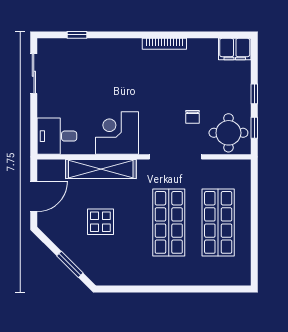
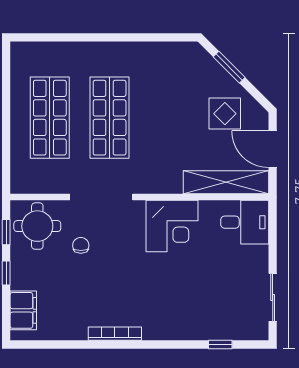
filing cabinet: (235, 49) -> (23, 310), moved, turned 90
shelving: (101, 169) -> (226, 182), moved
door: (34, 196) -> (273, 149), hinge flipped
display table: (100, 222) -> (225, 114), moved

